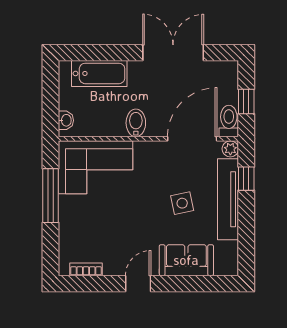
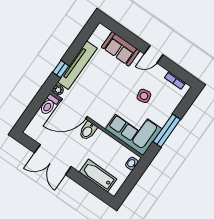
window: (246, 102) -> (33, 108), removed
bidet: (136, 123) -> (88, 131), moved
side table: (182, 203) -> (144, 96), moved

